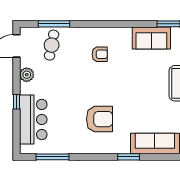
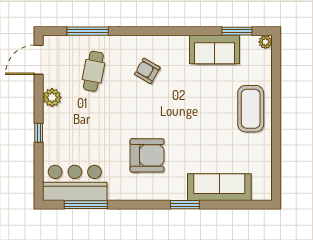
cafe table: (52, 45) -> (93, 71), moved
armchair: (100, 54) -> (147, 71), turned -150
bar counter: (33, 119) -> (75, 183), moved, turned -90

